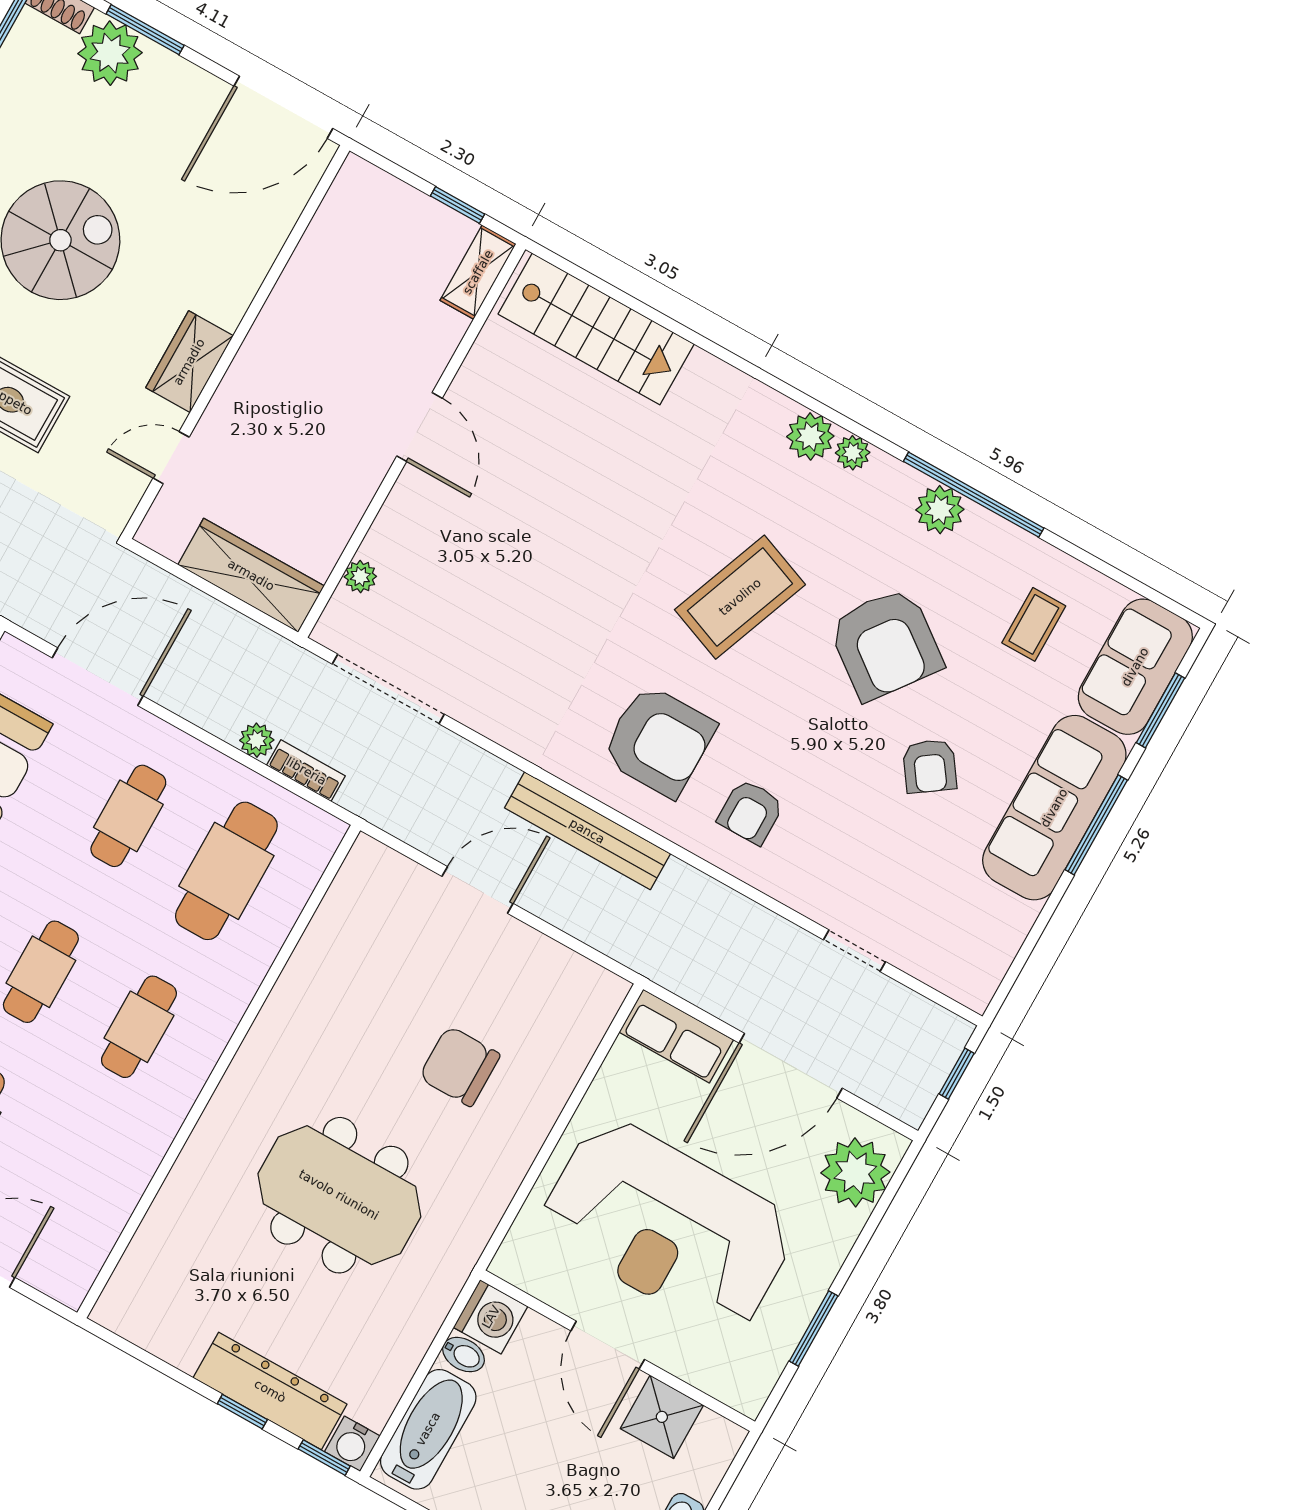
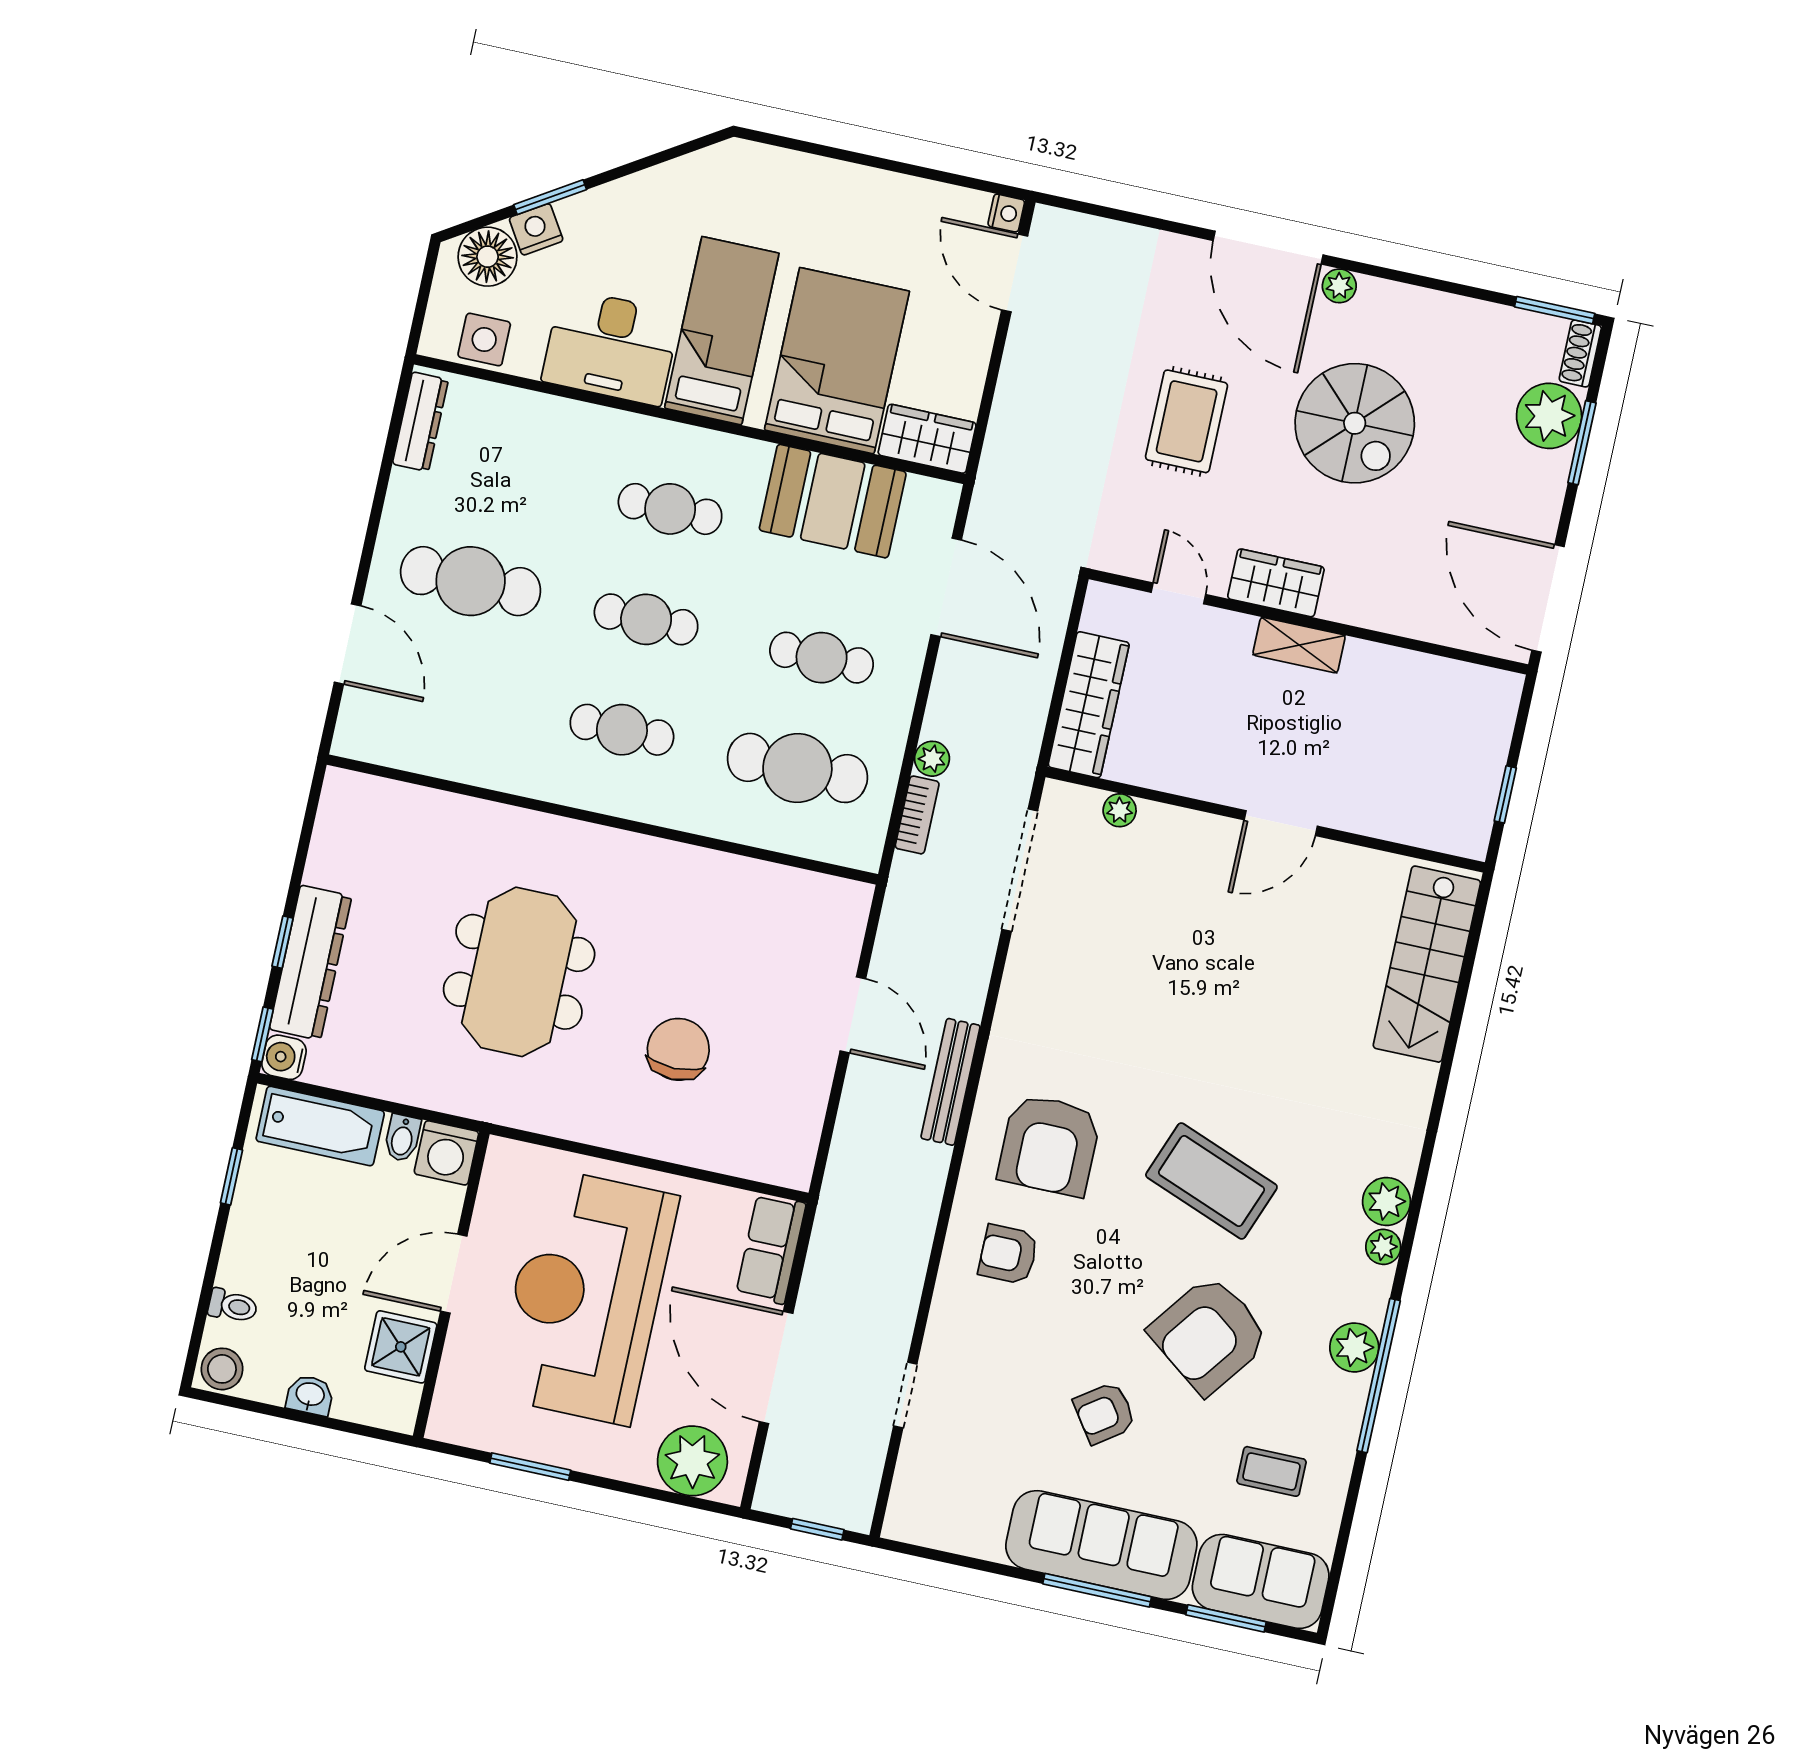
shelving: (478, 272) -> (1299, 645), moved
bench: (587, 831) -> (951, 1082), width x0.73, depth x0.82

